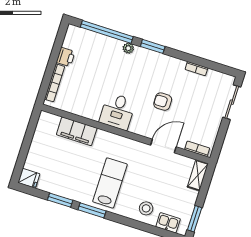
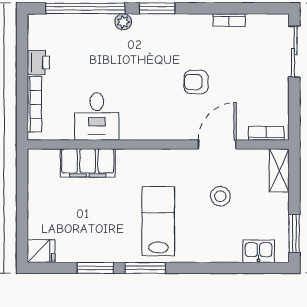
desk: (117, 111) -> (97, 116), moved
stool: (146, 208) -> (220, 196), moved

